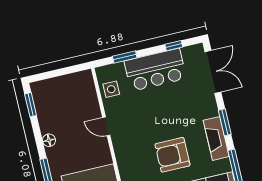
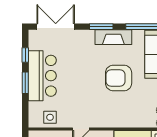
window: (125, 57) -> (25, 83), moved
armchair: (172, 155) -> (119, 78), turned 90

